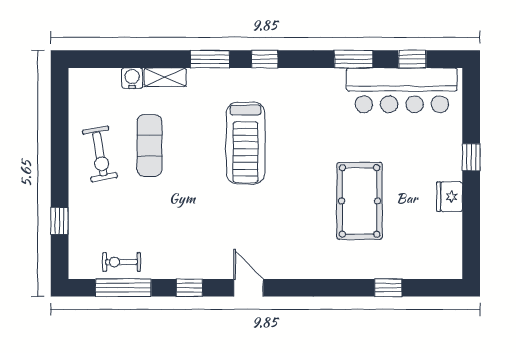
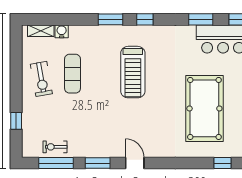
shelving: (165, 77) -> (41, 31), moved
pool table: (360, 201) -> (204, 108), width x1.36, depth x1.32
window: (189, 288) -> (98, 163), width x1.50

